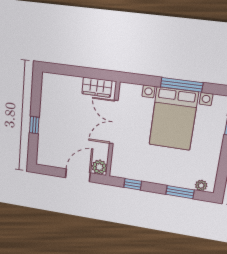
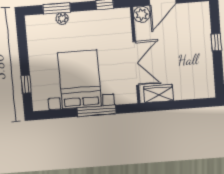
window: (182, 85) -> (97, 111), moved
plant: (201, 185) -> (62, 18), moved

